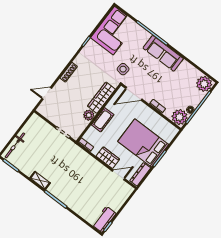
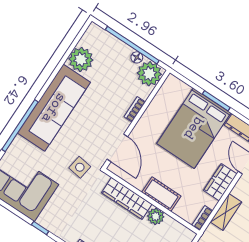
sofa: (163, 53) -> (54, 108), width x1.36, depth x1.27
plant: (204, 84) -> (81, 59), moved
shelving: (89, 160) -> (226, 212), added

